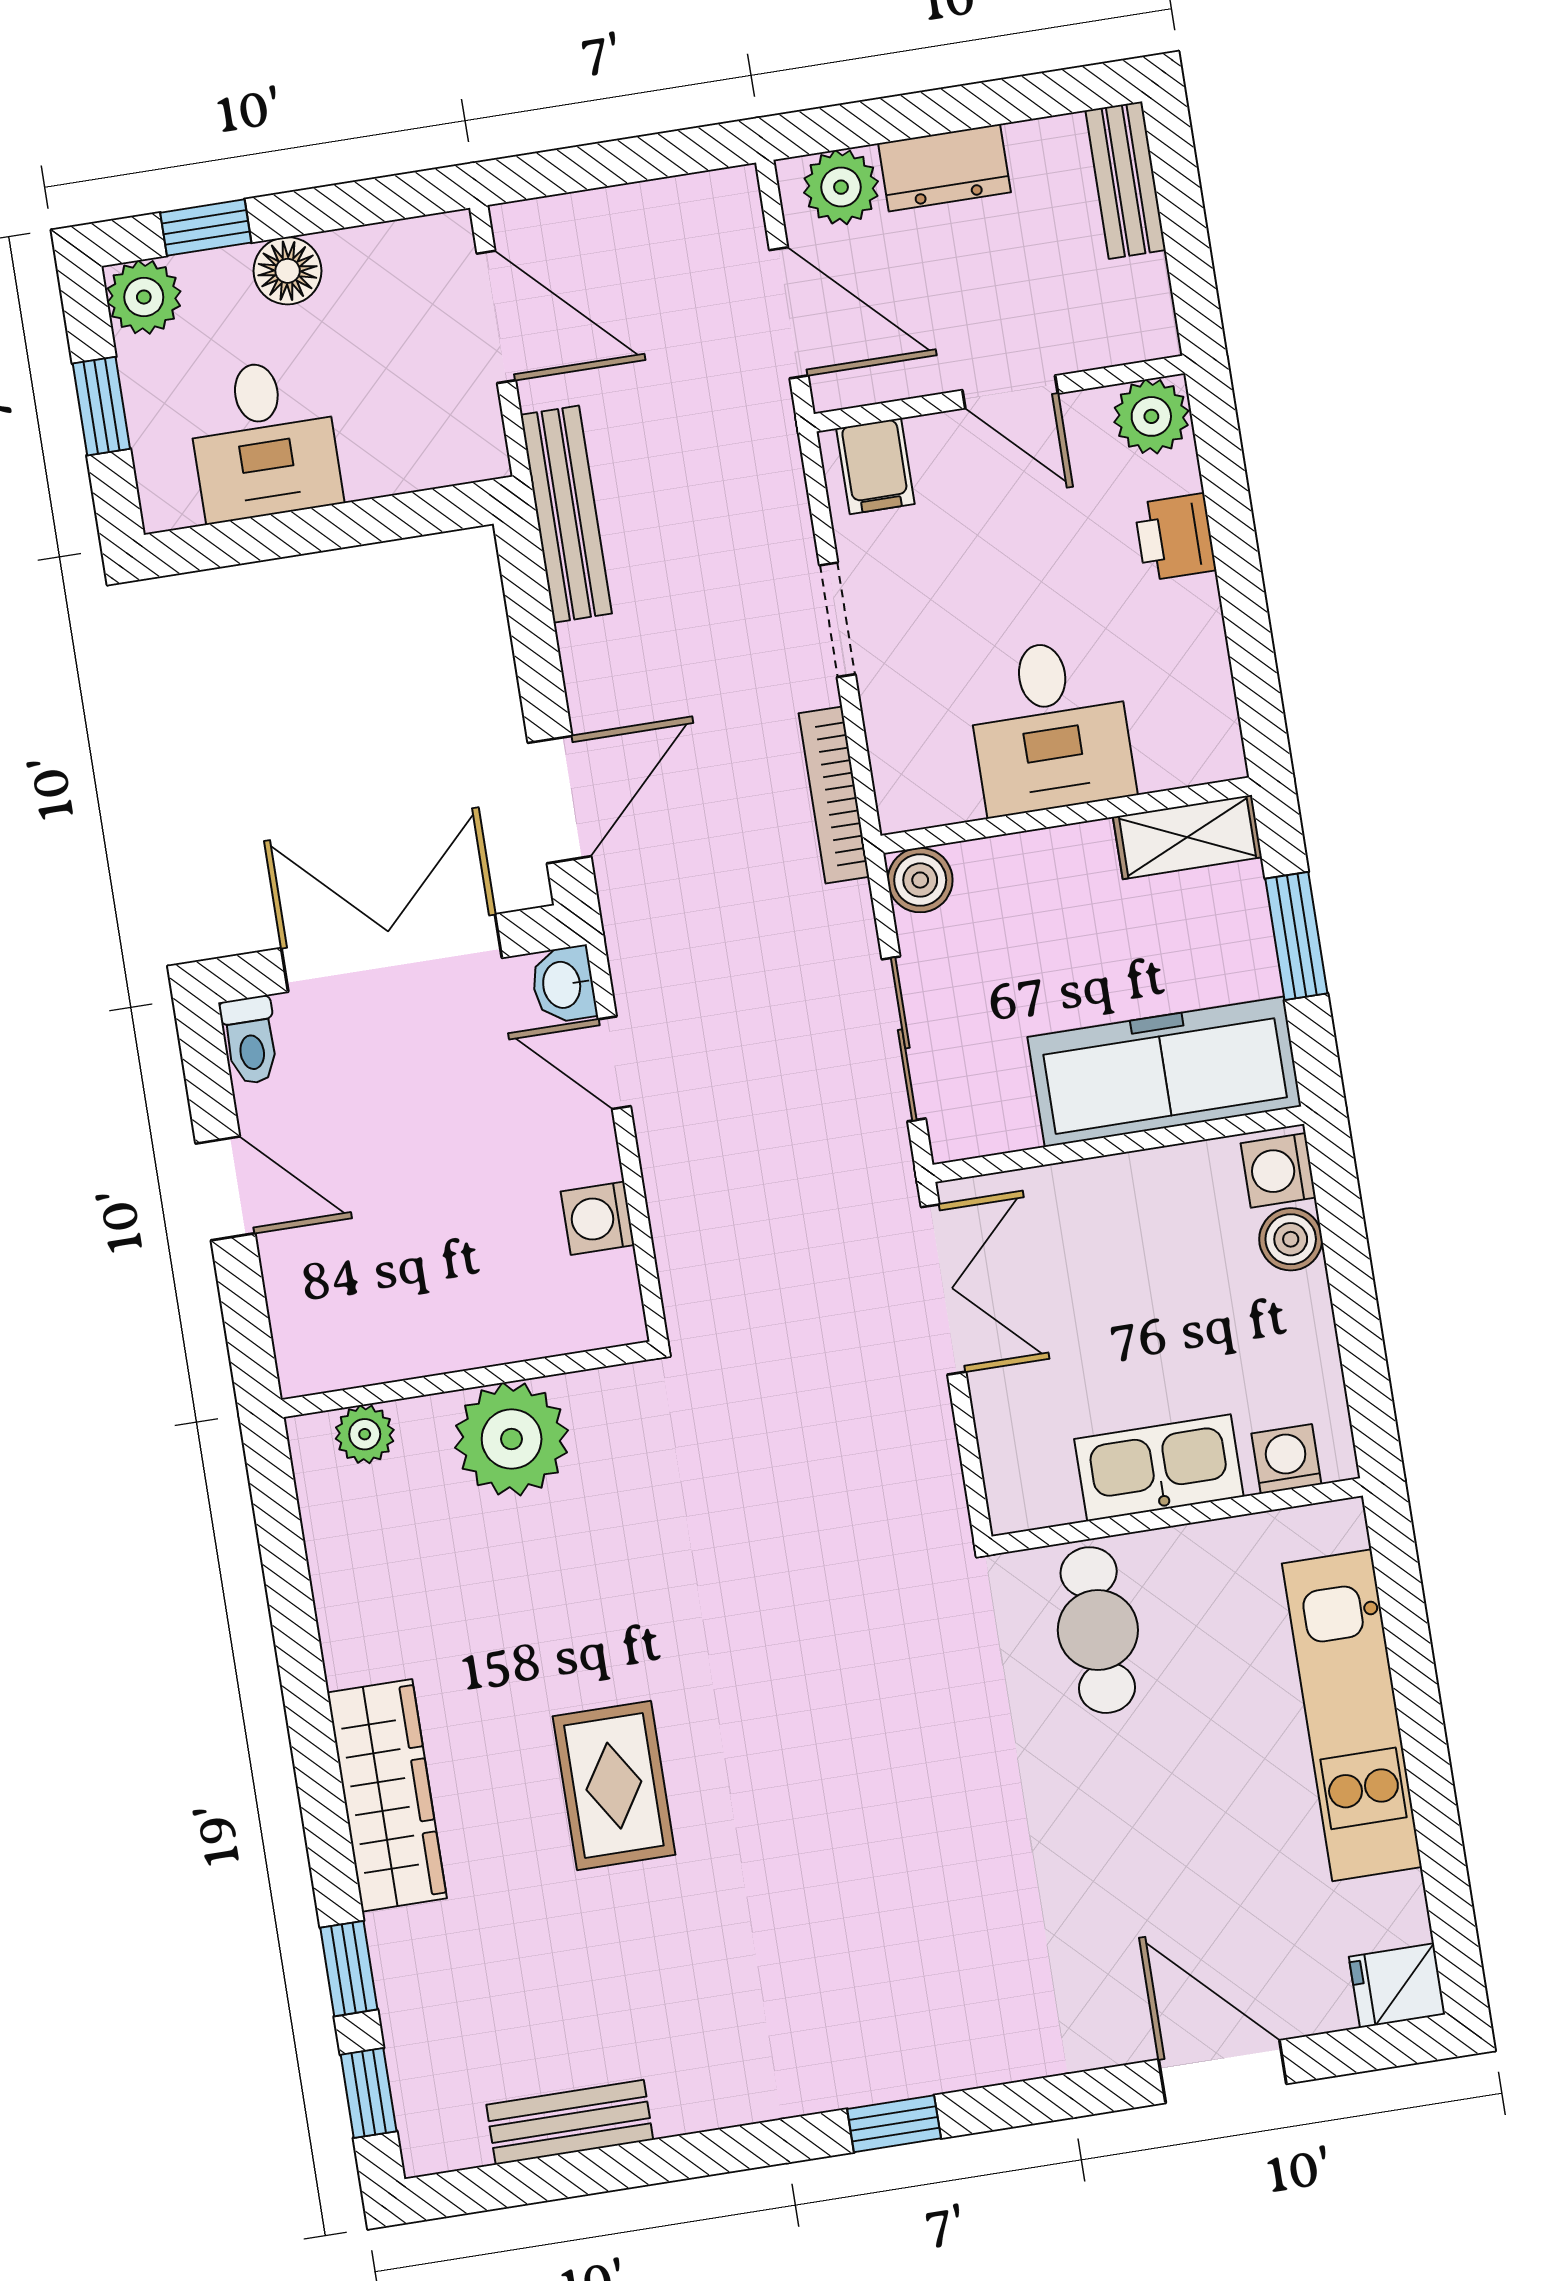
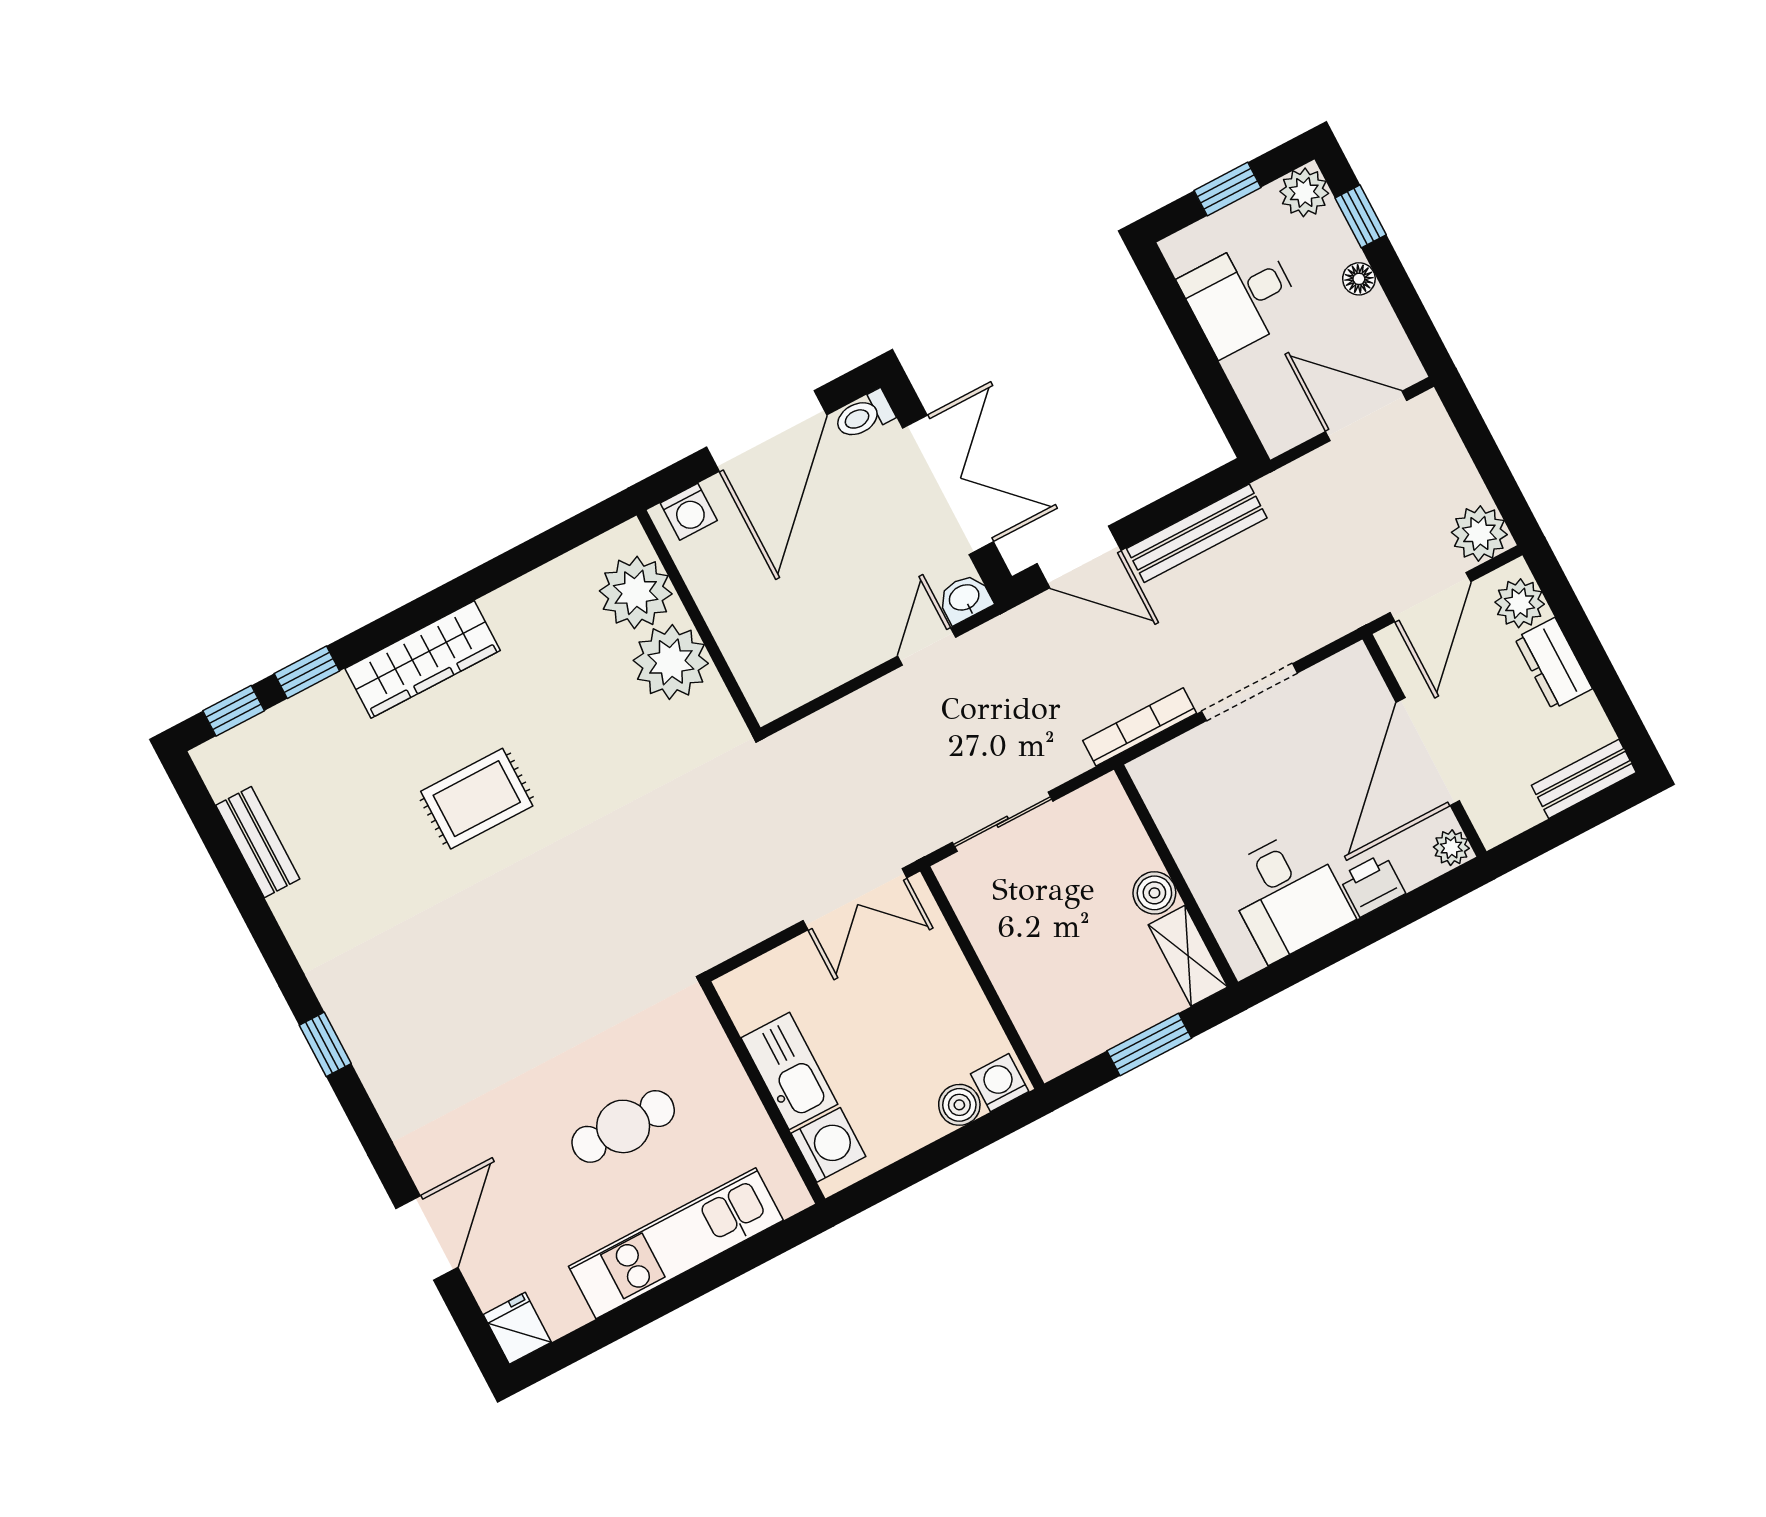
plant: (721, 211) -> (1479, 533), added
floor lamp: (288, 271) -> (1359, 279), width x0.73, depth x0.73
door: (496, 317) -> (1366, 416), swing flipped
door: (1010, 392) -> (1428, 752), width x1.88
plant: (1151, 416) -> (1451, 848), width x0.73, depth x0.73
filing cabinet: (875, 466) -> (1353, 683), removed
bench: (566, 514) -> (1197, 533), moved
doorway: (837, 620) -> (1249, 692), width x1.38
desk: (1050, 726) -> (1287, 895), moved, turned -90
boiler: (920, 880) -> (1154, 893), moved
freezer: (1164, 1072) -> (1037, 991), removed
door: (225, 1188) -> (767, 431), width x1.87
washing machine: (598, 1218) -> (689, 512), moved, turned 180
plant: (365, 1434) -> (636, 592), width x1.88, depth x1.88
washing machine: (1286, 1459) -> (828, 1145), width x1.38, depth x1.38
cafe table: (1098, 1630) -> (623, 1126), moved

